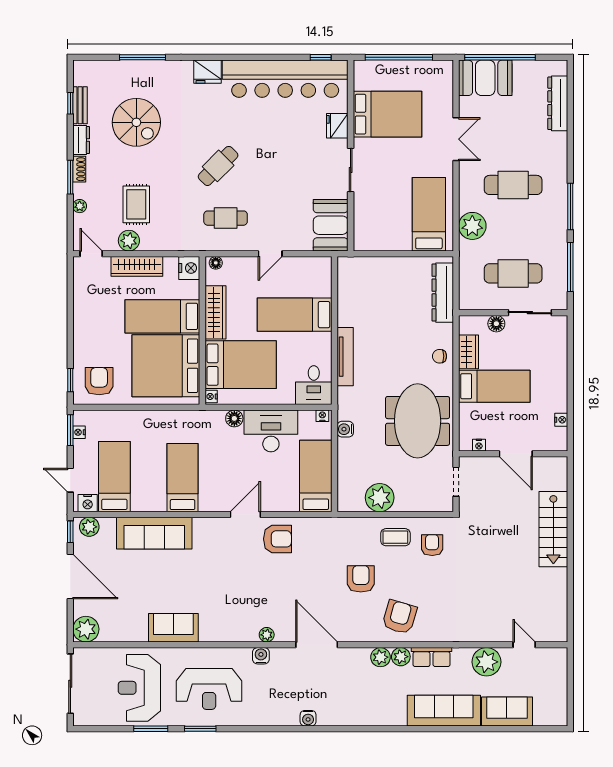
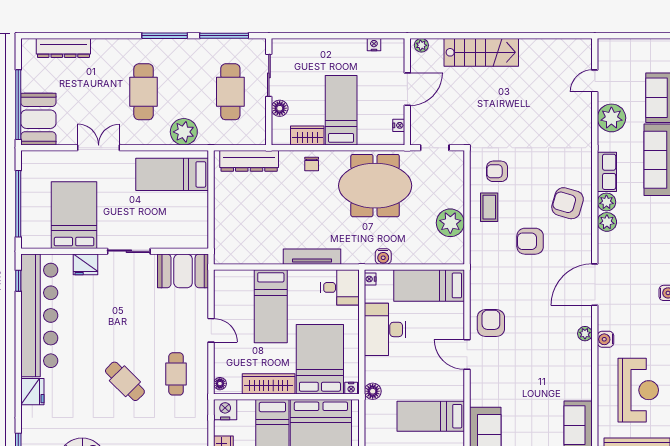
floor lamp: (234, 418) -> (373, 391), moved
plant: (561, 468) -> (421, 45), added

